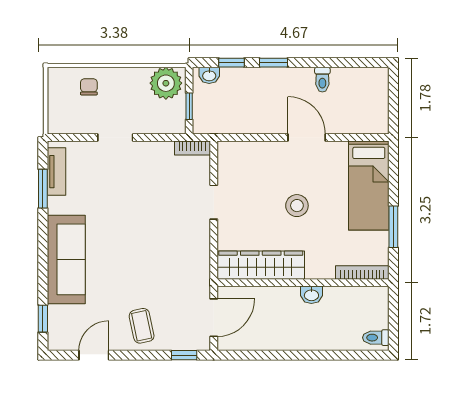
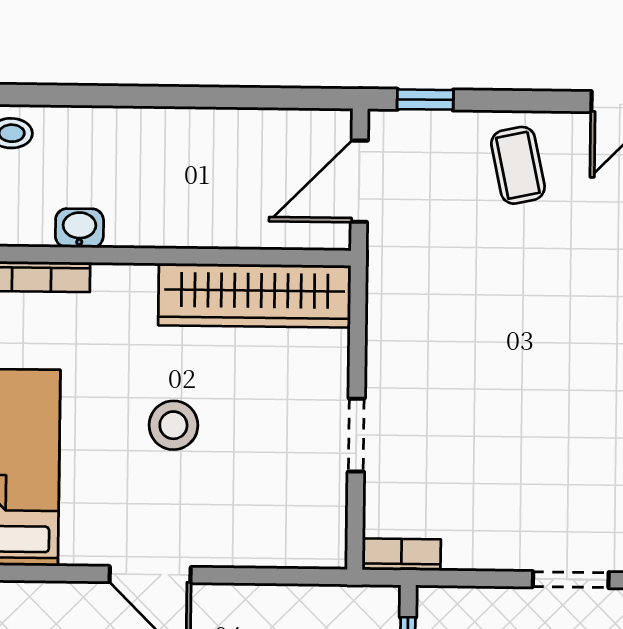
washbasin: (311, 295) -> (79, 228), moved

